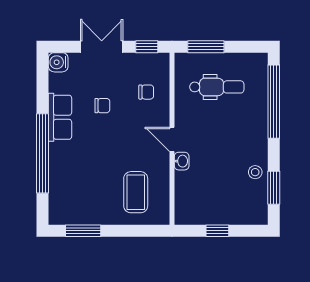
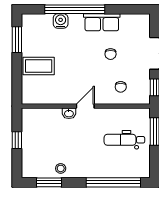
water cooler: (58, 62) -> (61, 21), moved
dental chair: (217, 87) -> (124, 140), turned 90
coffee table: (136, 192) -> (39, 66), moved

